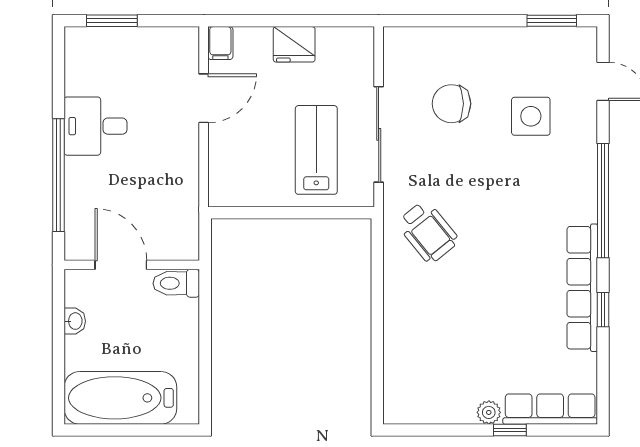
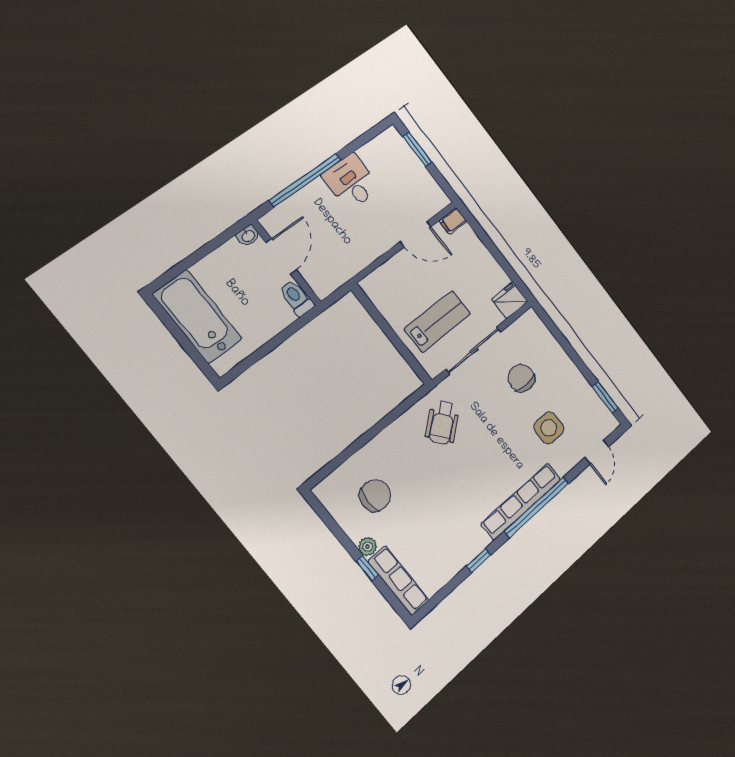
fridge: (294, 44) -> (510, 300), moved, turned 90
row of seats: (582, 288) -> (521, 501), moved
washbasin: (75, 321) -> (248, 236), moved
chair: (444, 363) -> (375, 495), added

